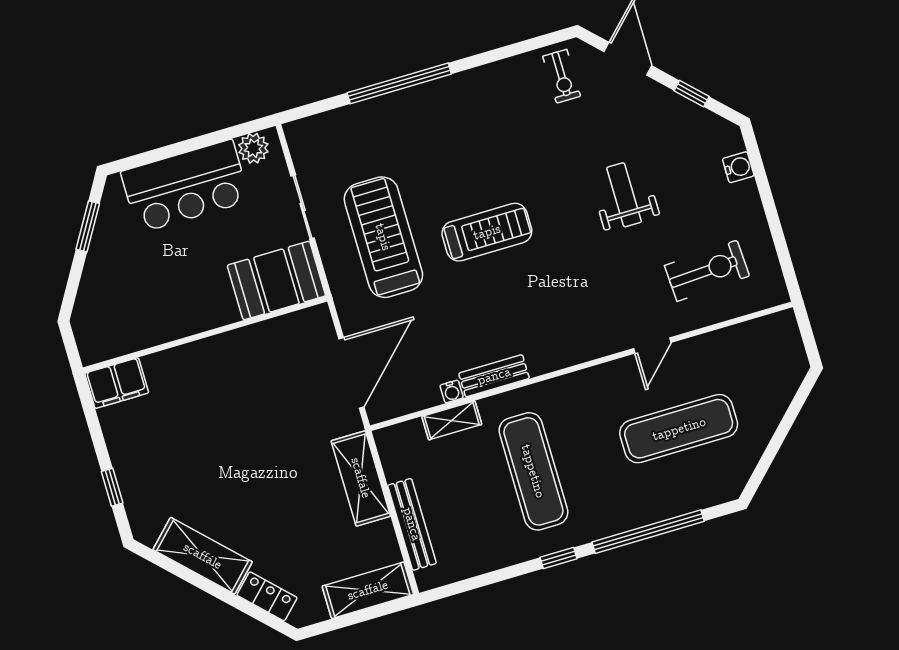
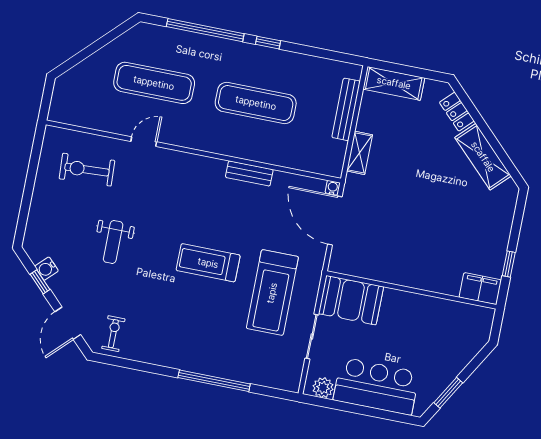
water cooler: (738, 167) -> (47, 269), moved, turned -45
door: (351, 373) -> (335, 220), hinge flipped
water cooler: (452, 391) -> (333, 188), moved
shelving: (452, 420) -> (289, 160), removed
exercise mat: (533, 471) -> (256, 103), turned 90
shelving: (361, 478) -> (360, 153), width x0.67, depth x0.75
window: (112, 487) -> (509, 264), moved

